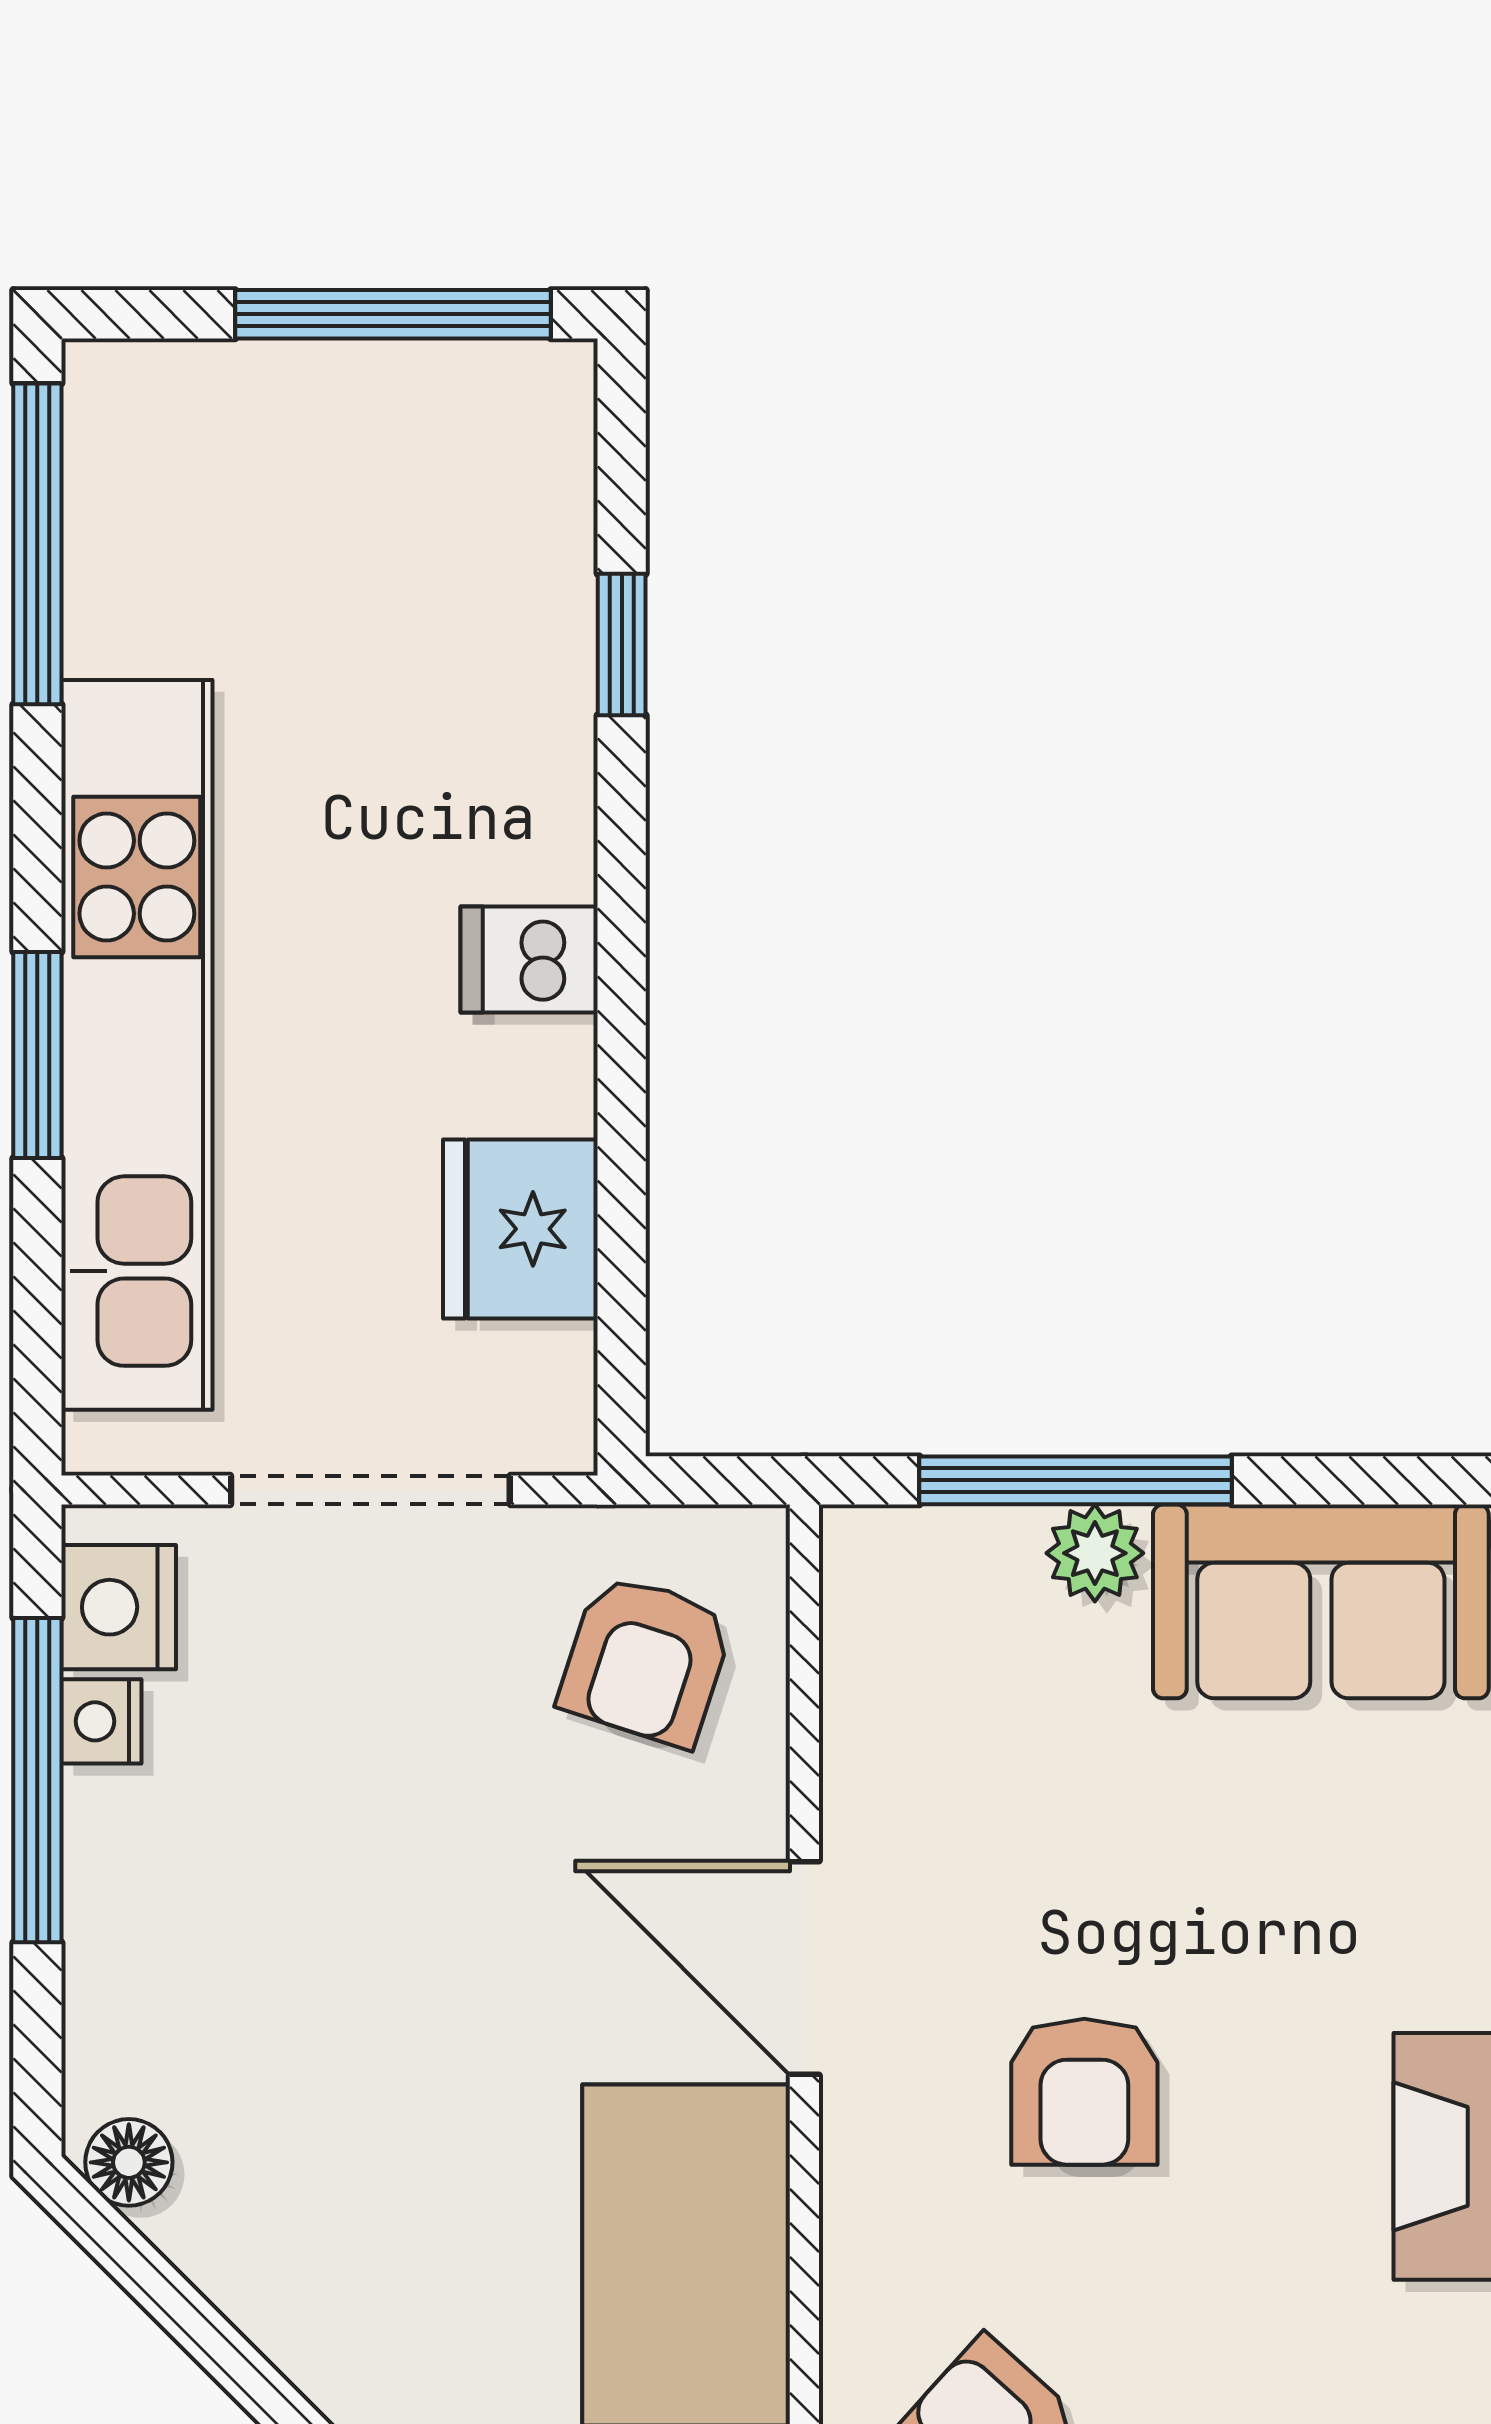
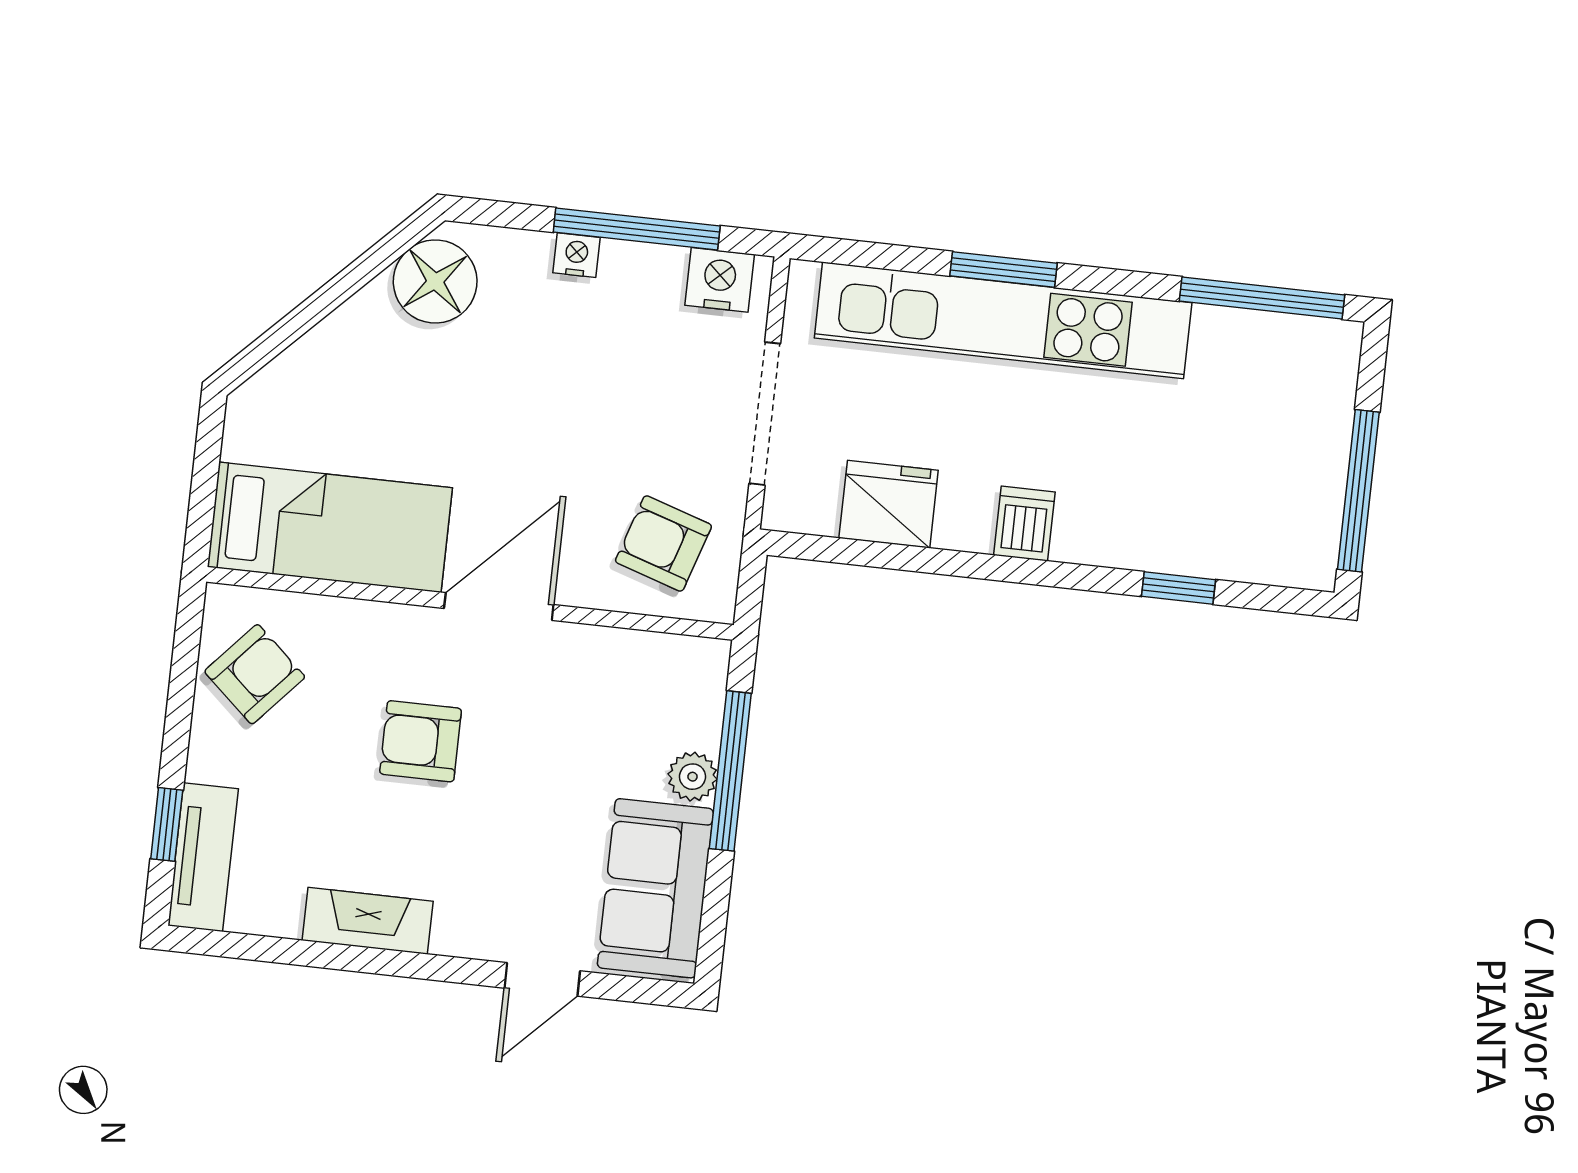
nightstand: (101, 1721) -> (576, 255), moved
floor lamp: (129, 2162) -> (435, 281), width x1.89, depth x1.89

